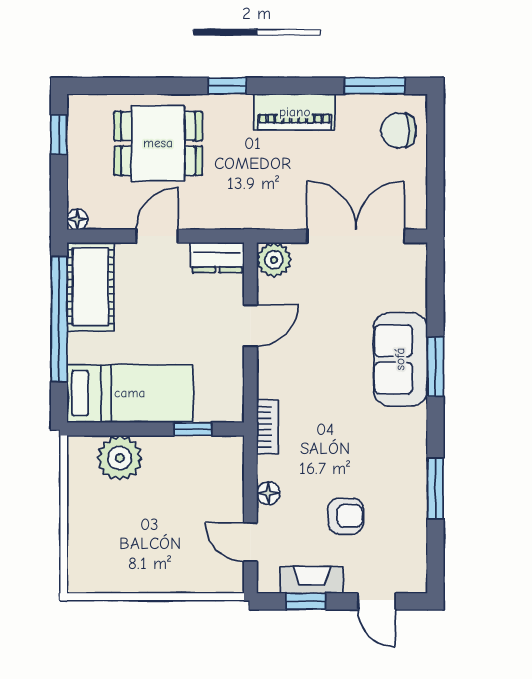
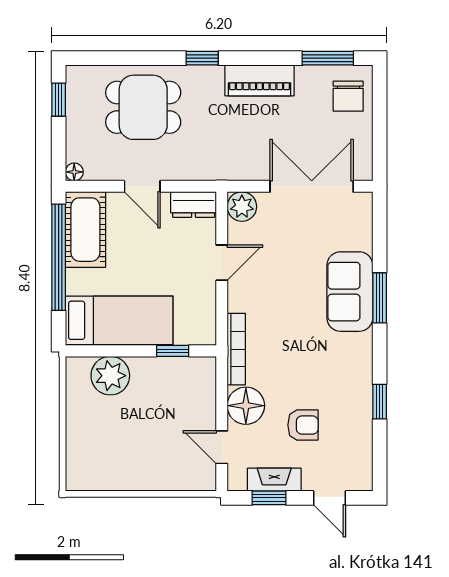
chair: (399, 130) -> (348, 96), turned -90
door: (157, 236) -> (142, 186), swing flipped
bookcase: (267, 427) -> (236, 349), width x1.56
window: (435, 488) -> (380, 402), width x0.67
floor lamp: (268, 493) -> (246, 406), width x1.89, depth x1.89

